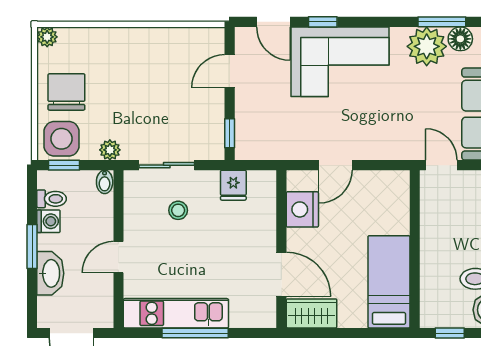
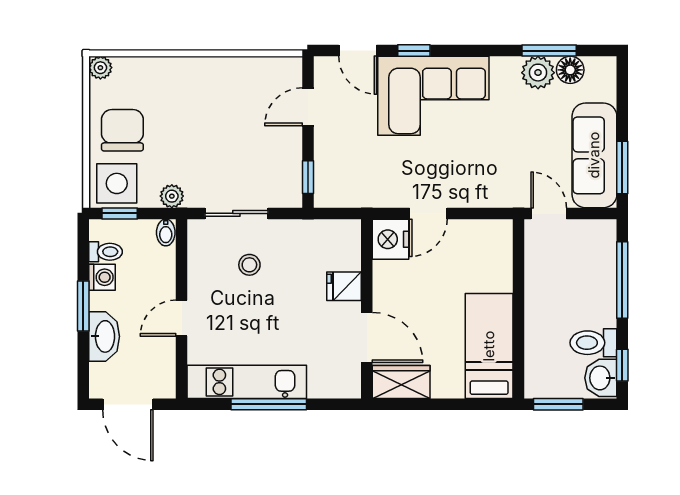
plant: (427, 46) -> (538, 73), width x0.73, depth x0.73
fridge: (233, 185) -> (344, 286), moved, turned 90
nightstand: (302, 209) -> (391, 239), moved
window: (450, 333) -> (558, 404), width x1.50

